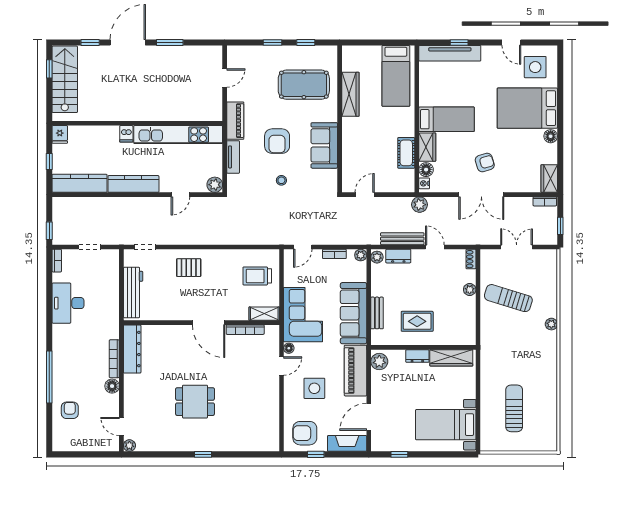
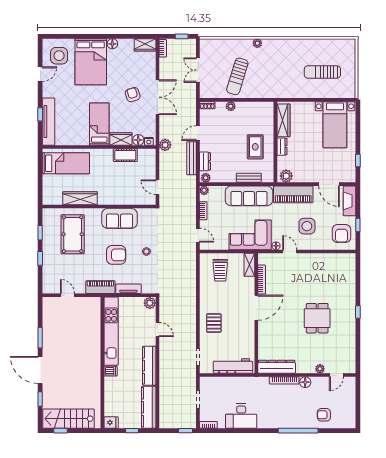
plant: (129, 446) -> (320, 369), moved

